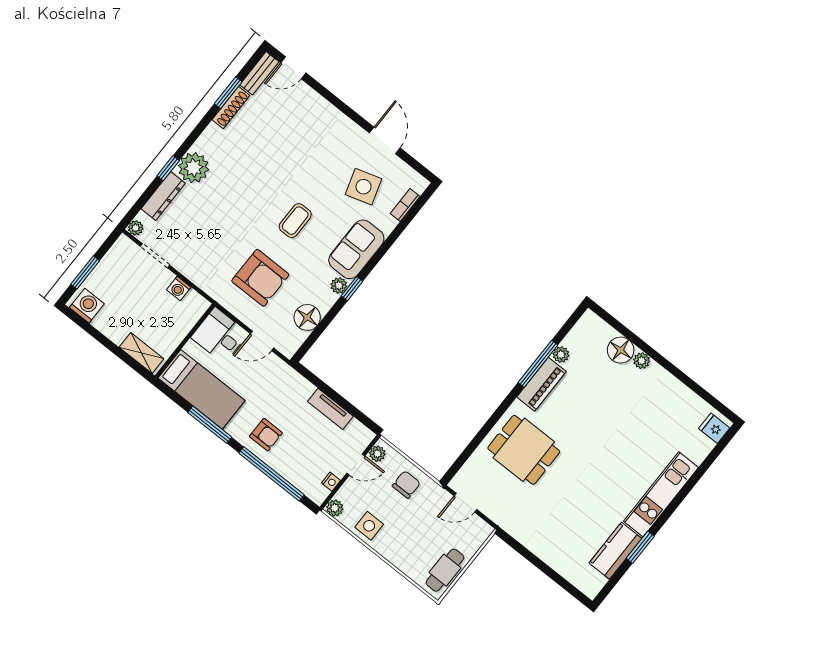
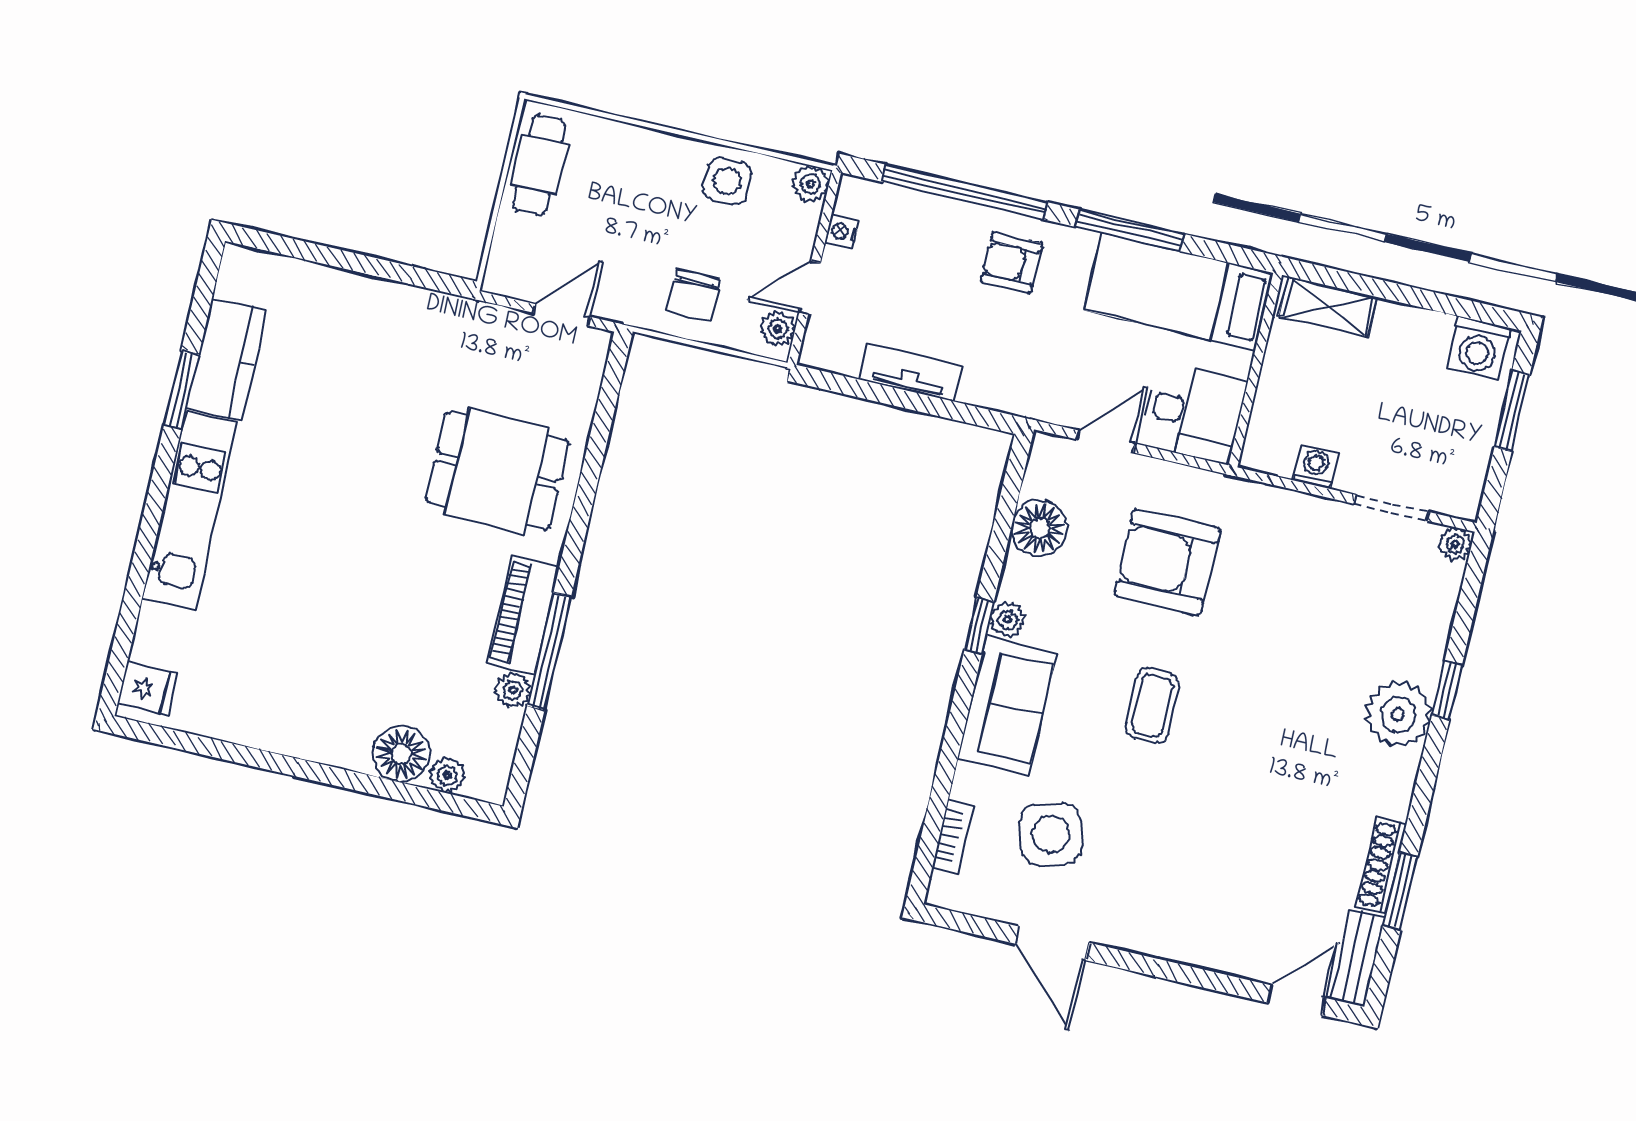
dresser: (163, 196) -> (1431, 631), removed
plant: (642, 361) -> (447, 775), moved

